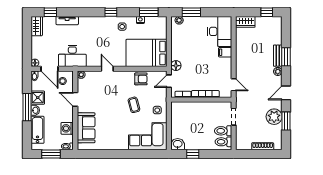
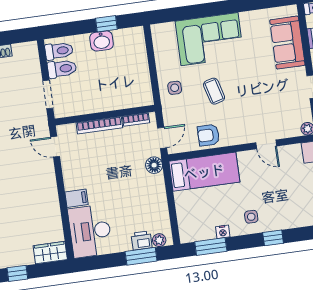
printer: (190, 22) -> (142, 240), added
bed: (146, 53) -> (204, 172), width x0.67
corner sofa: (148, 136) -> (209, 39), moved
washbasin: (178, 144) -> (102, 41), moved

